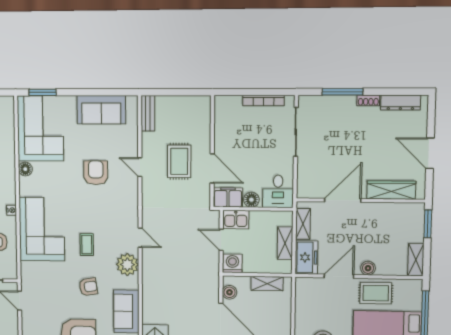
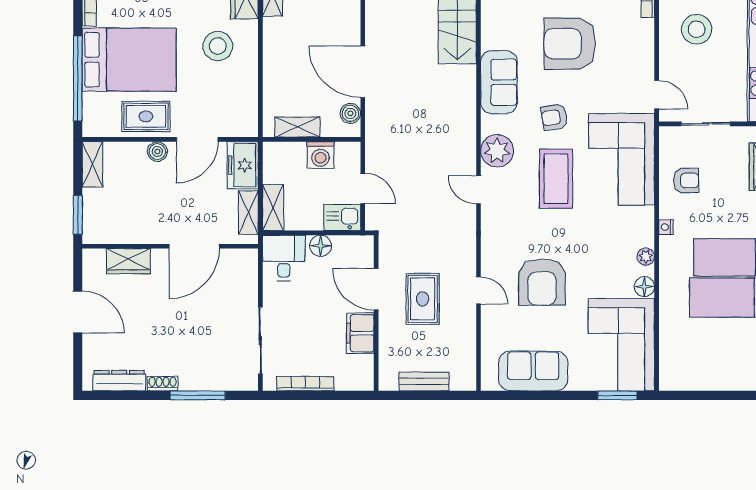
bench: (148, 113) -> (424, 381), moved, turned 90
armchair: (96, 173) -> (542, 282), width x1.36, depth x1.36
plant: (25, 190) -> (646, 257), added
wardrobe: (391, 190) -> (128, 261), width x0.67
filing cabinet: (228, 197) -> (360, 333), moved, turned 90
corner sofa: (42, 229) -> (622, 159), moved
shelving: (285, 243) -> (273, 207), moved
coffee table: (87, 245) -> (556, 179), width x1.86, depth x1.72
washing machine: (232, 263) -> (320, 155), moved

